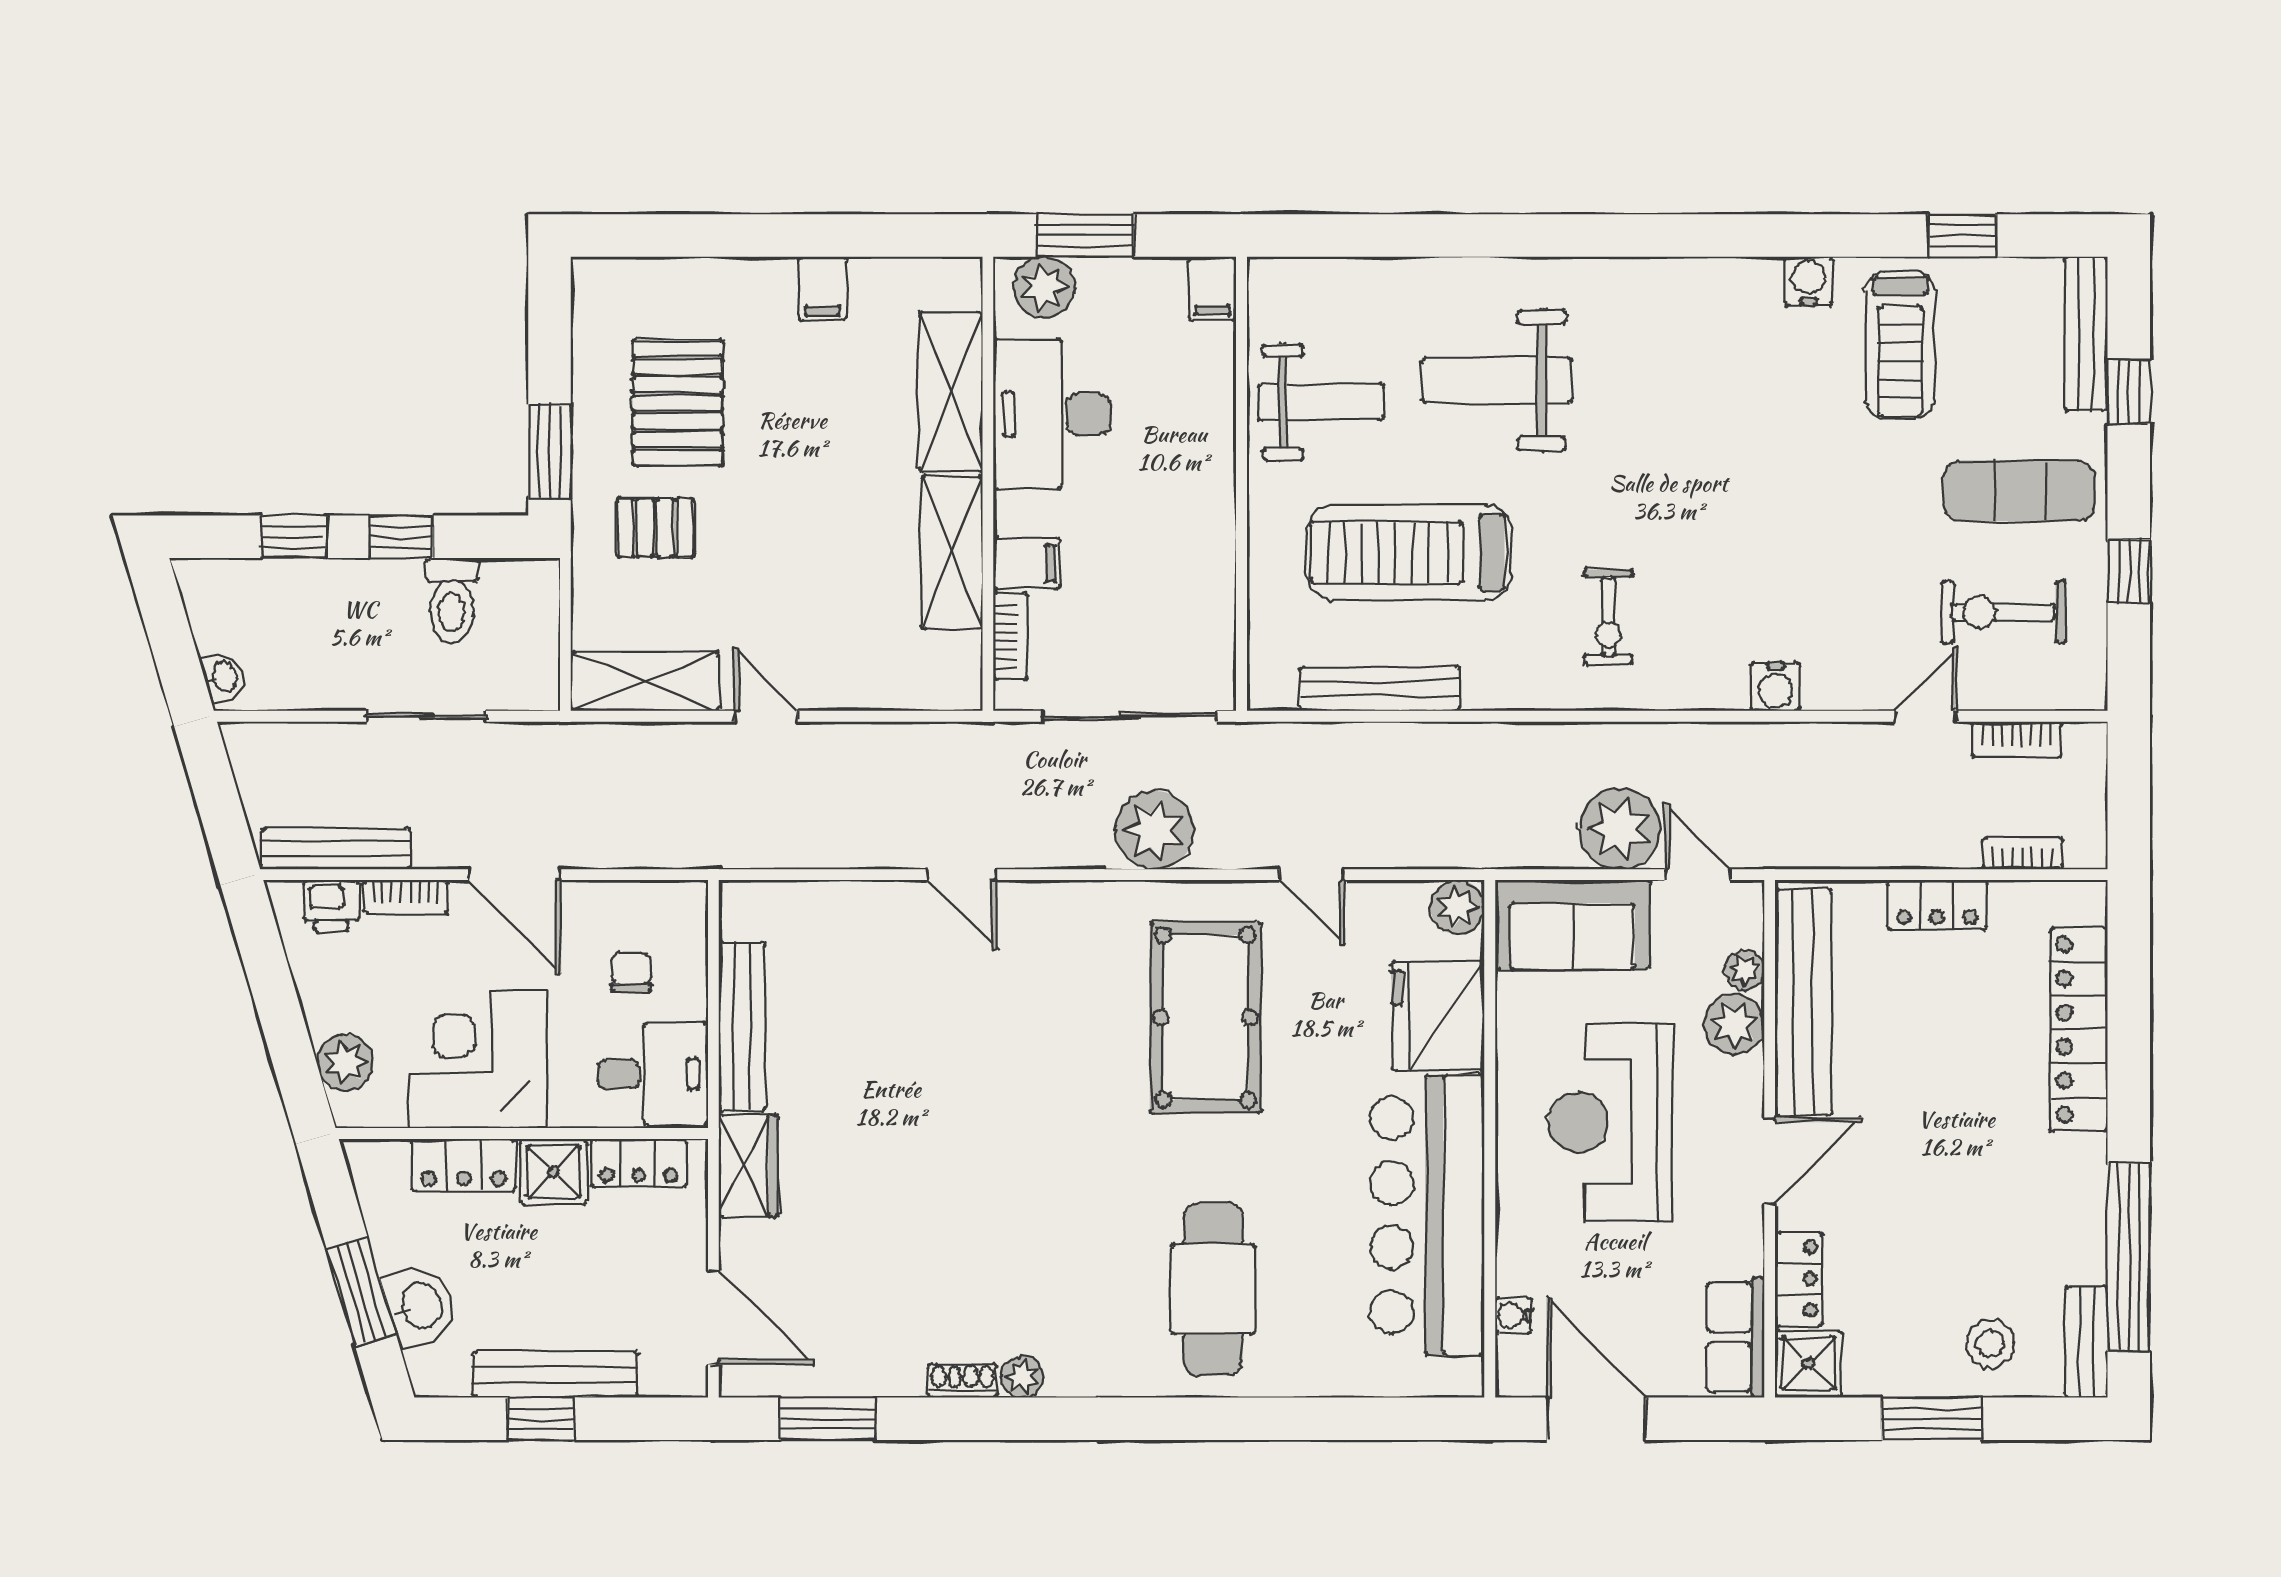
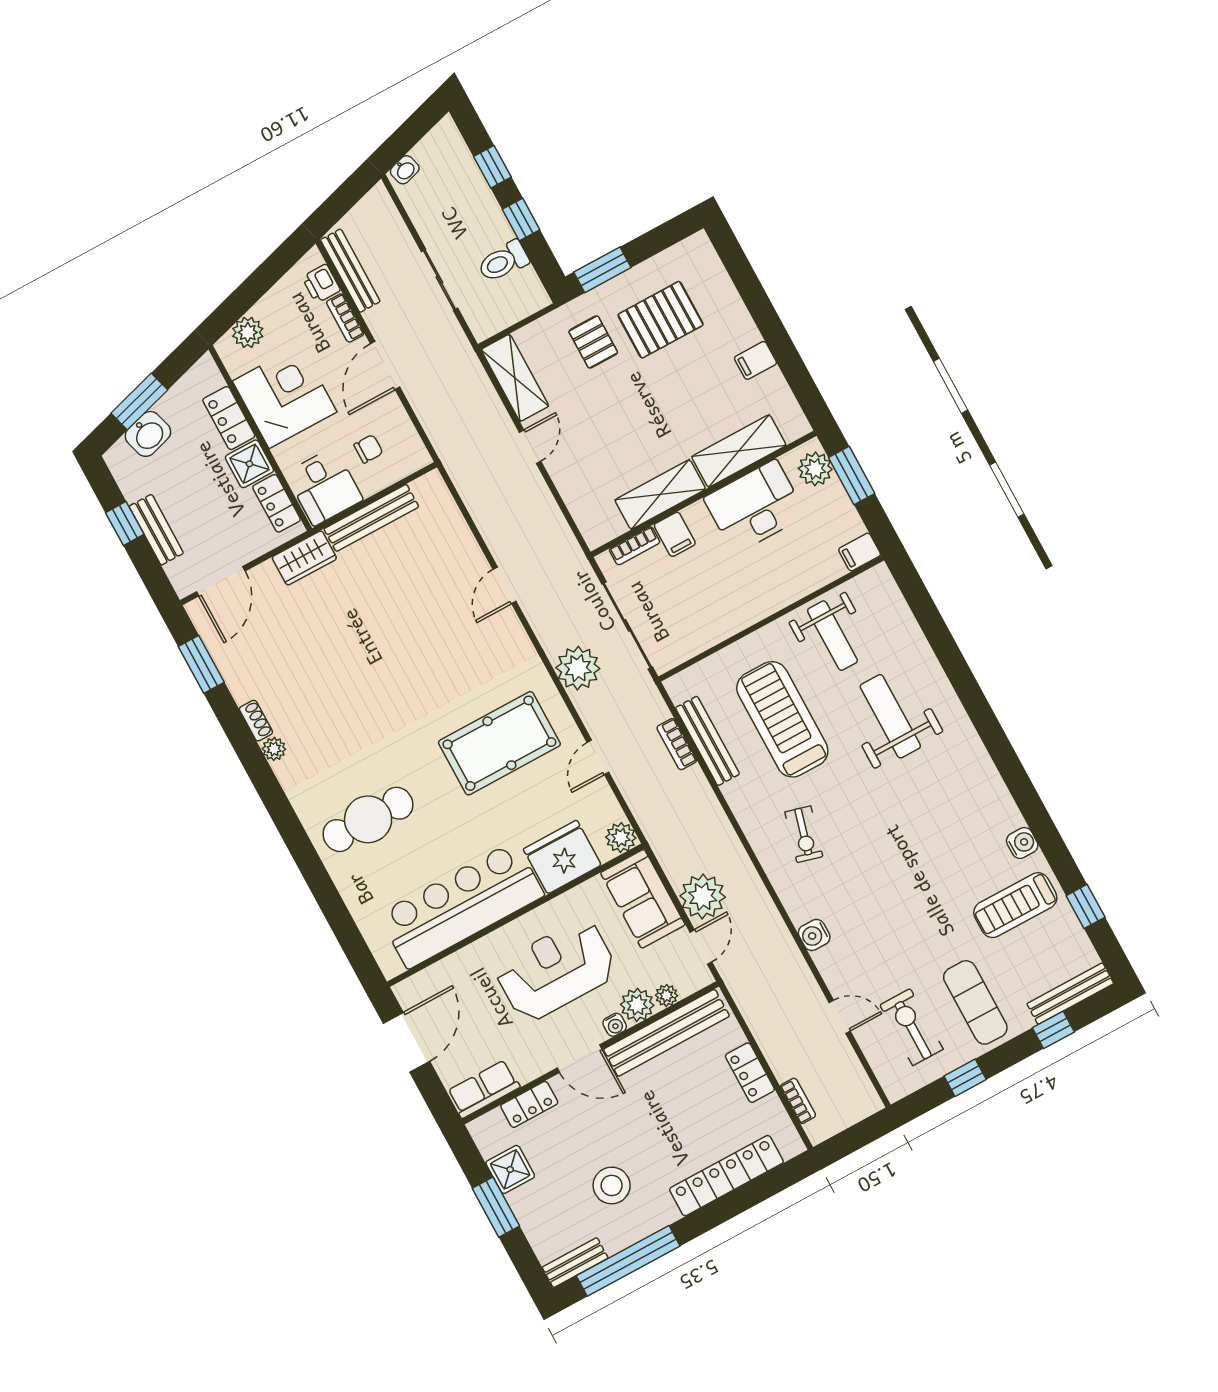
exercise bike: (1608, 617) -> (804, 834), turned -75
bookcase: (2017, 739) -> (677, 744), moved
water cooler: (1513, 1316) -> (615, 1025), moved, turned 180
stool: (1990, 1344) -> (612, 1185), moved, width x1.38, depth x1.38
shower: (1808, 1363) -> (510, 1169), moved
bench: (555, 1375) -> (156, 530), width x0.73

